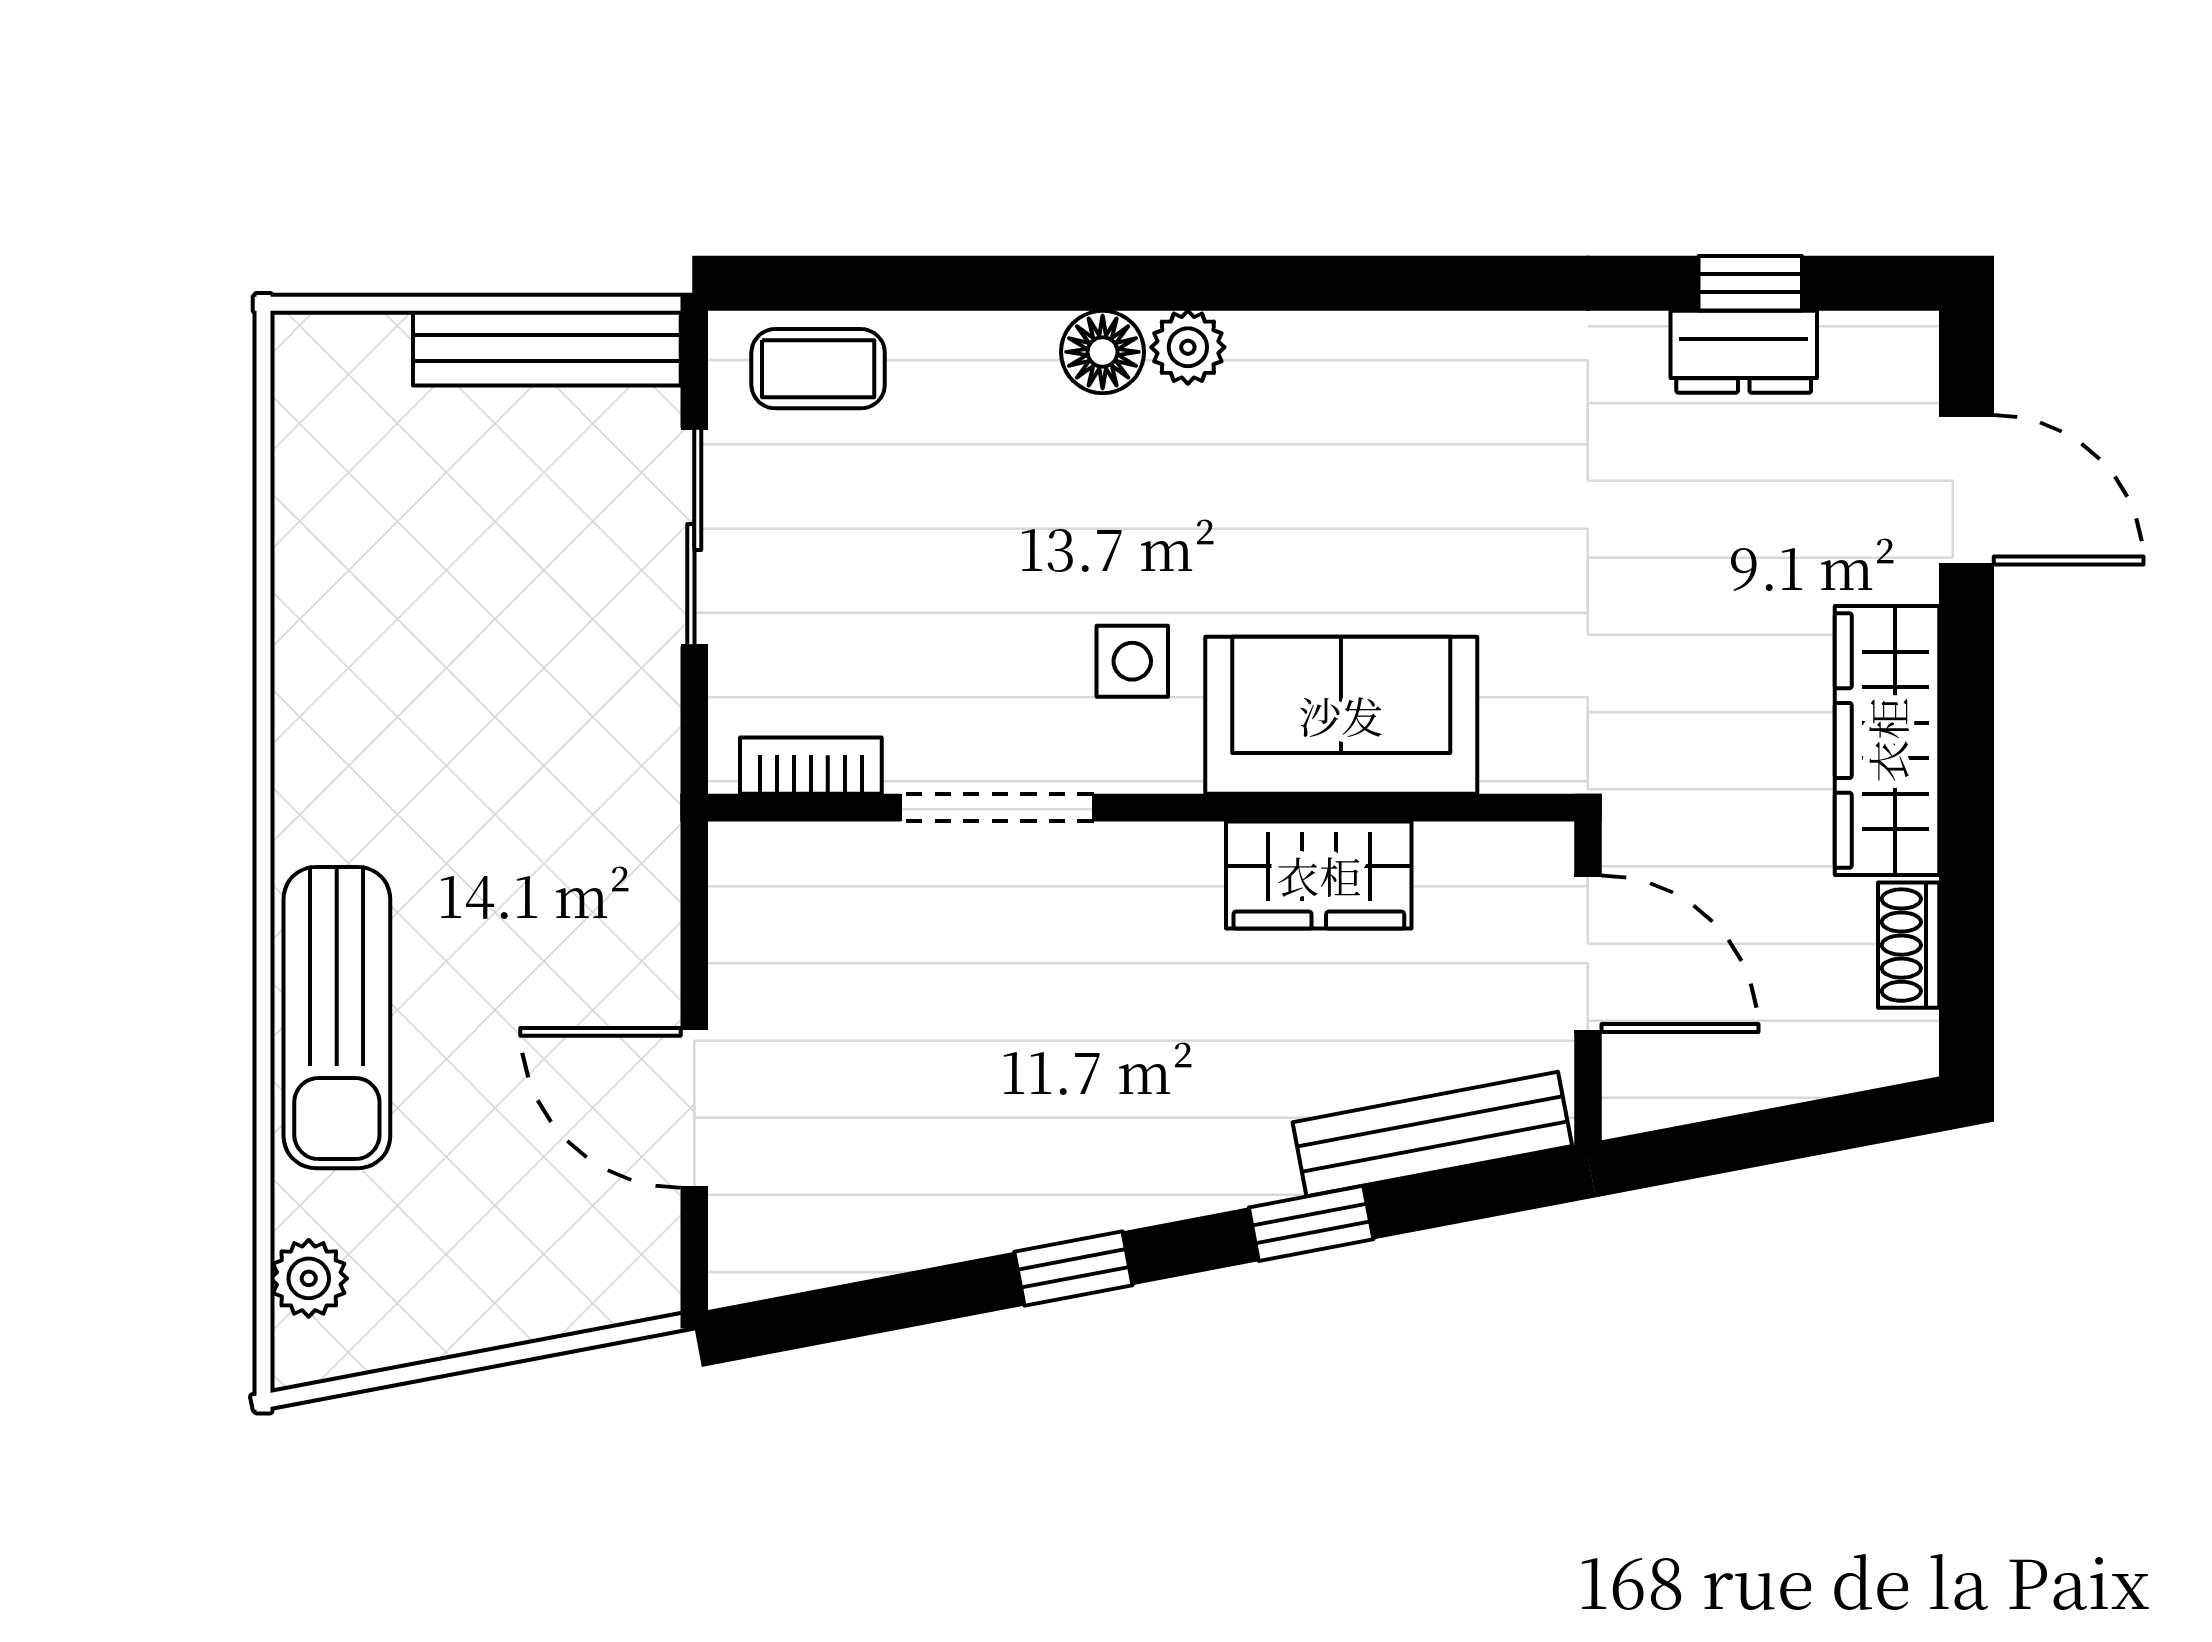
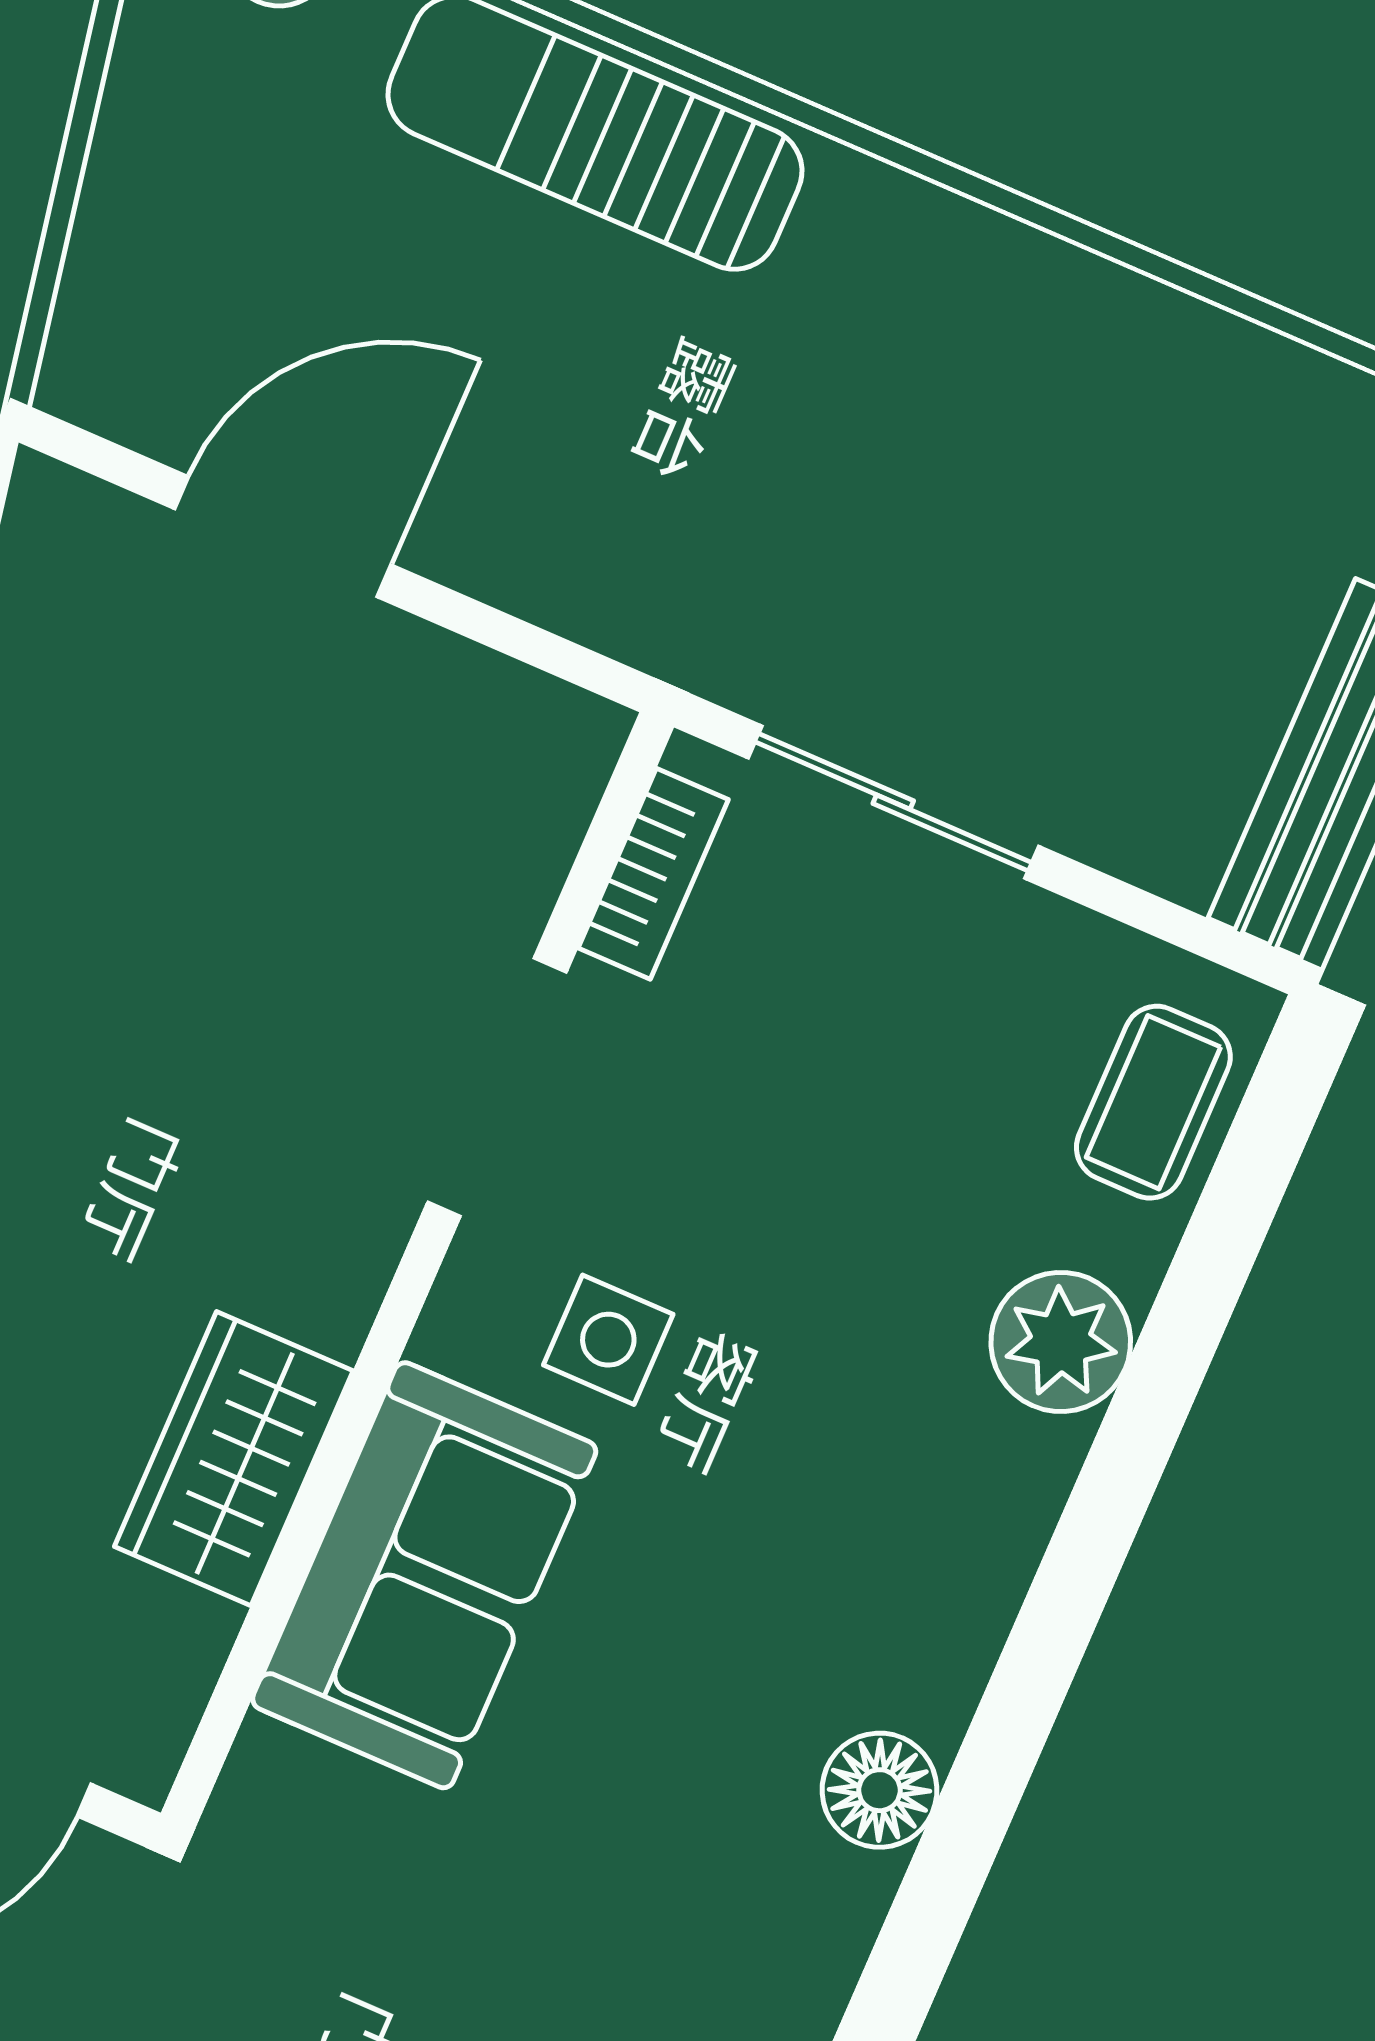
plant: (1188, 347) -> (1061, 1342), moved, width x1.38, depth x1.38
floor lamp: (1103, 352) -> (879, 1790), moved
sliding door: (694, 537) -> (893, 802), moved

